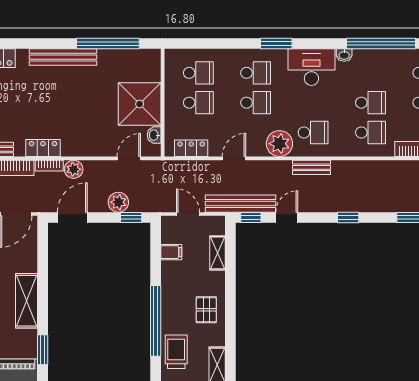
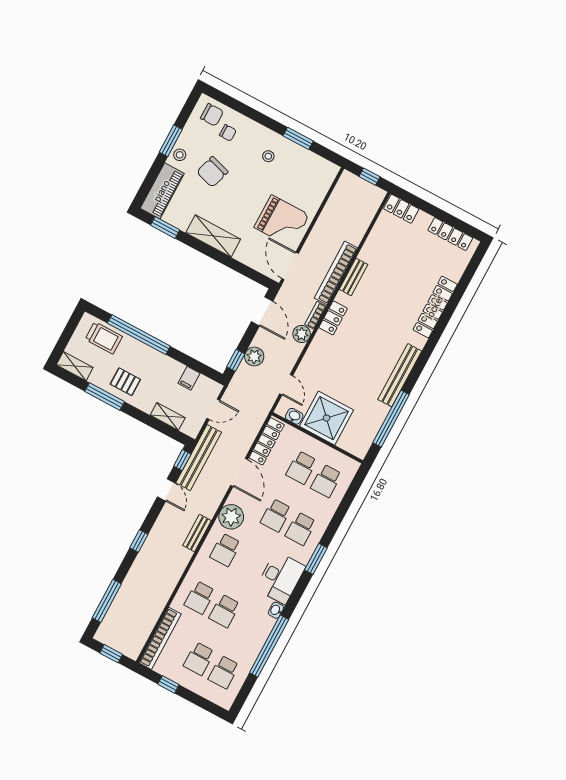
locker: (191, 148) -> (267, 441), width x1.53
door: (234, 158) -> (239, 472), width x1.38
window: (230, 322) -> (105, 397), added

